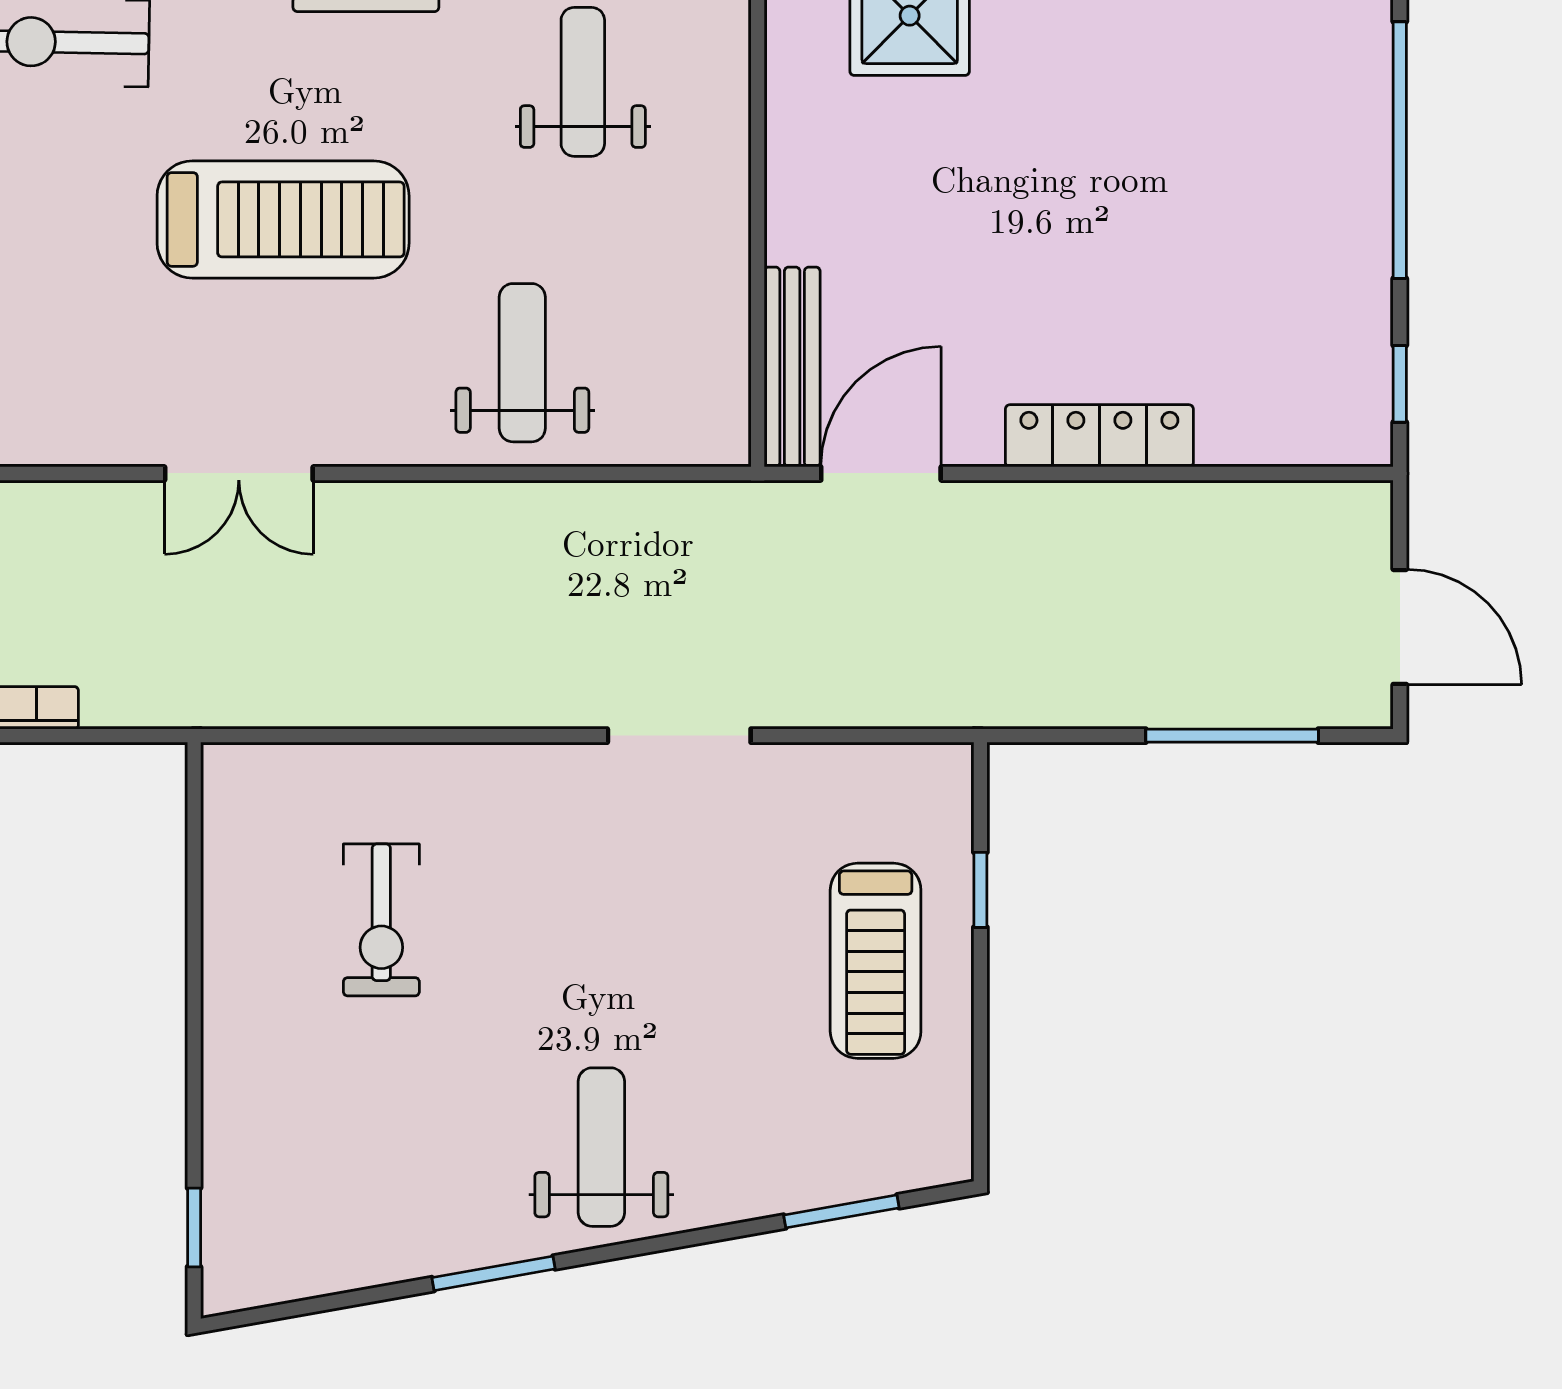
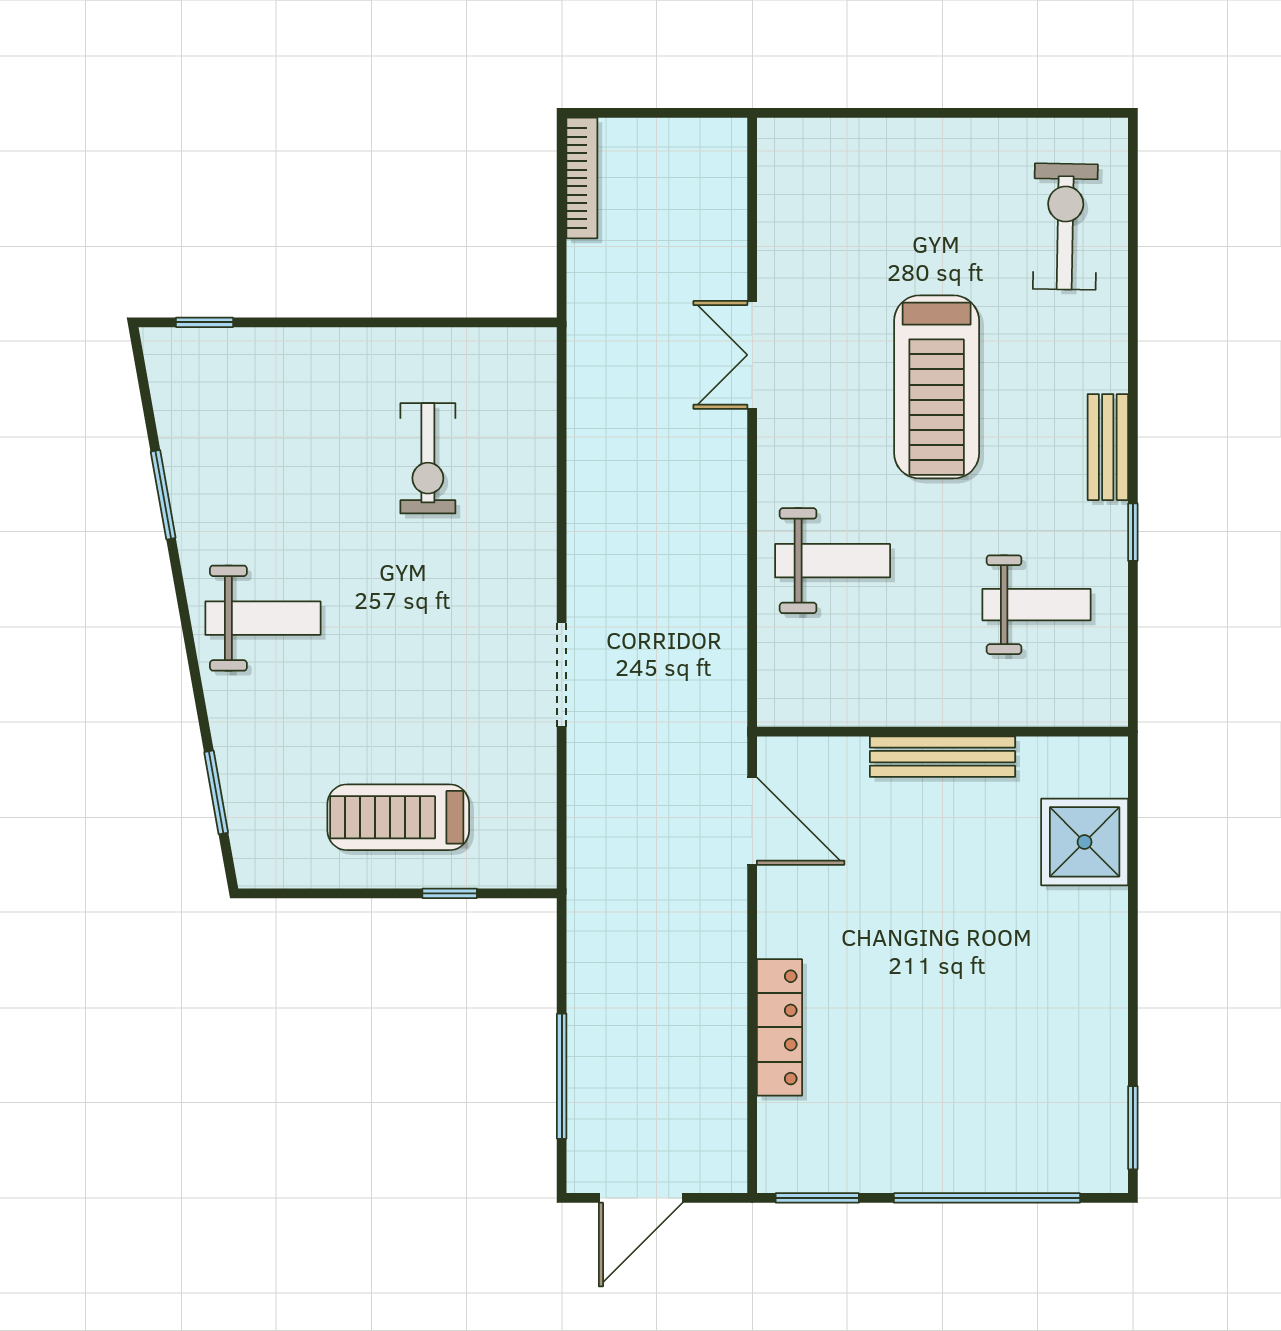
bench: (792, 367) -> (942, 757), moved
window: (1400, 384) -> (817, 1198), width x1.50
locker: (1099, 436) -> (779, 1027), moved
exercise bike: (381, 920) -> (428, 458), turned -90
window: (494, 1273) -> (163, 495), moved

